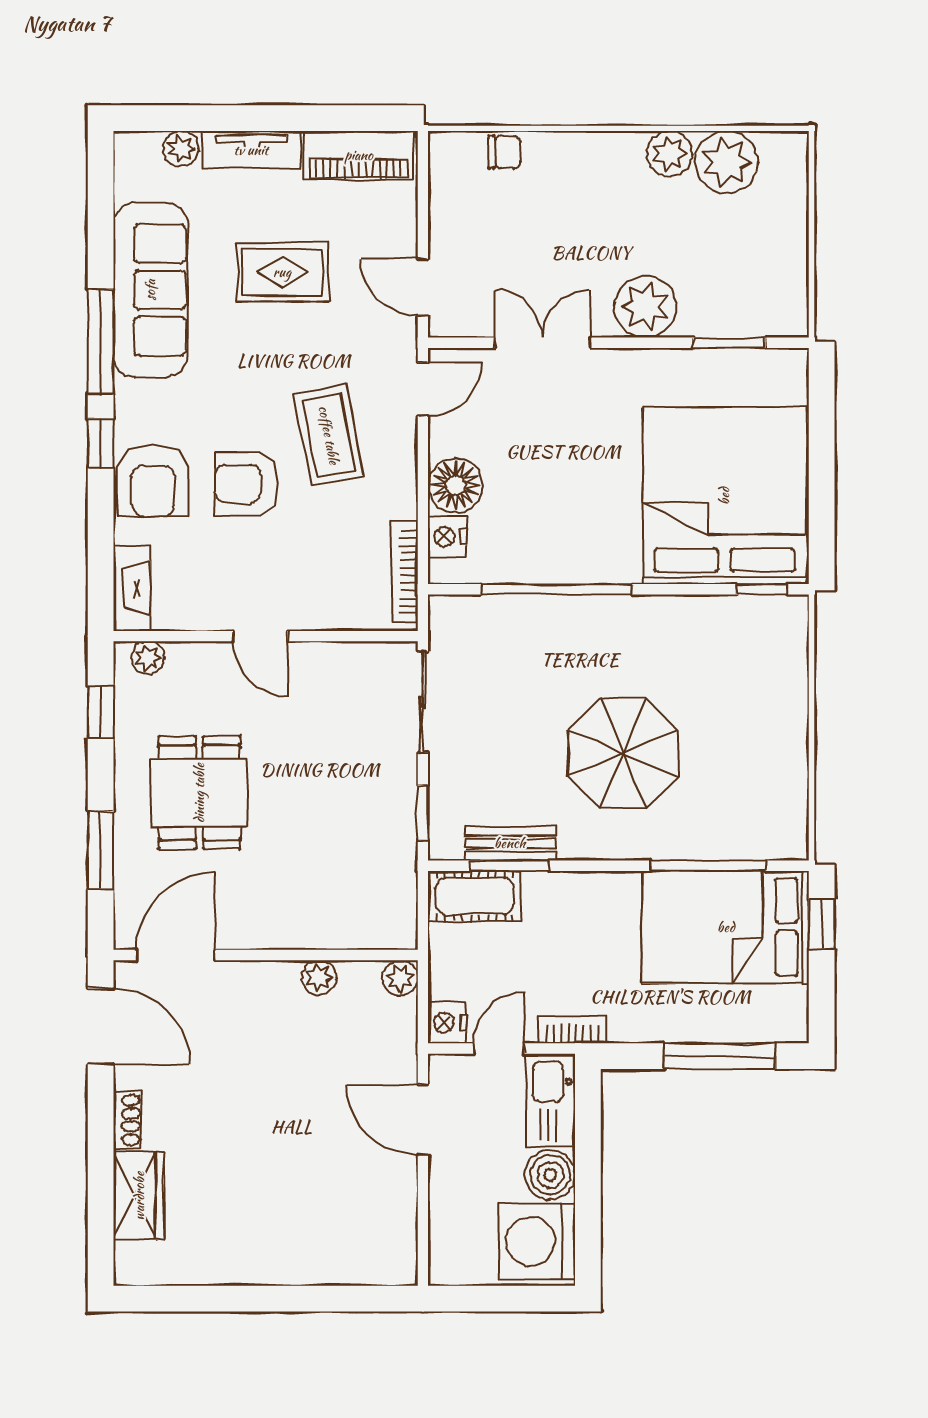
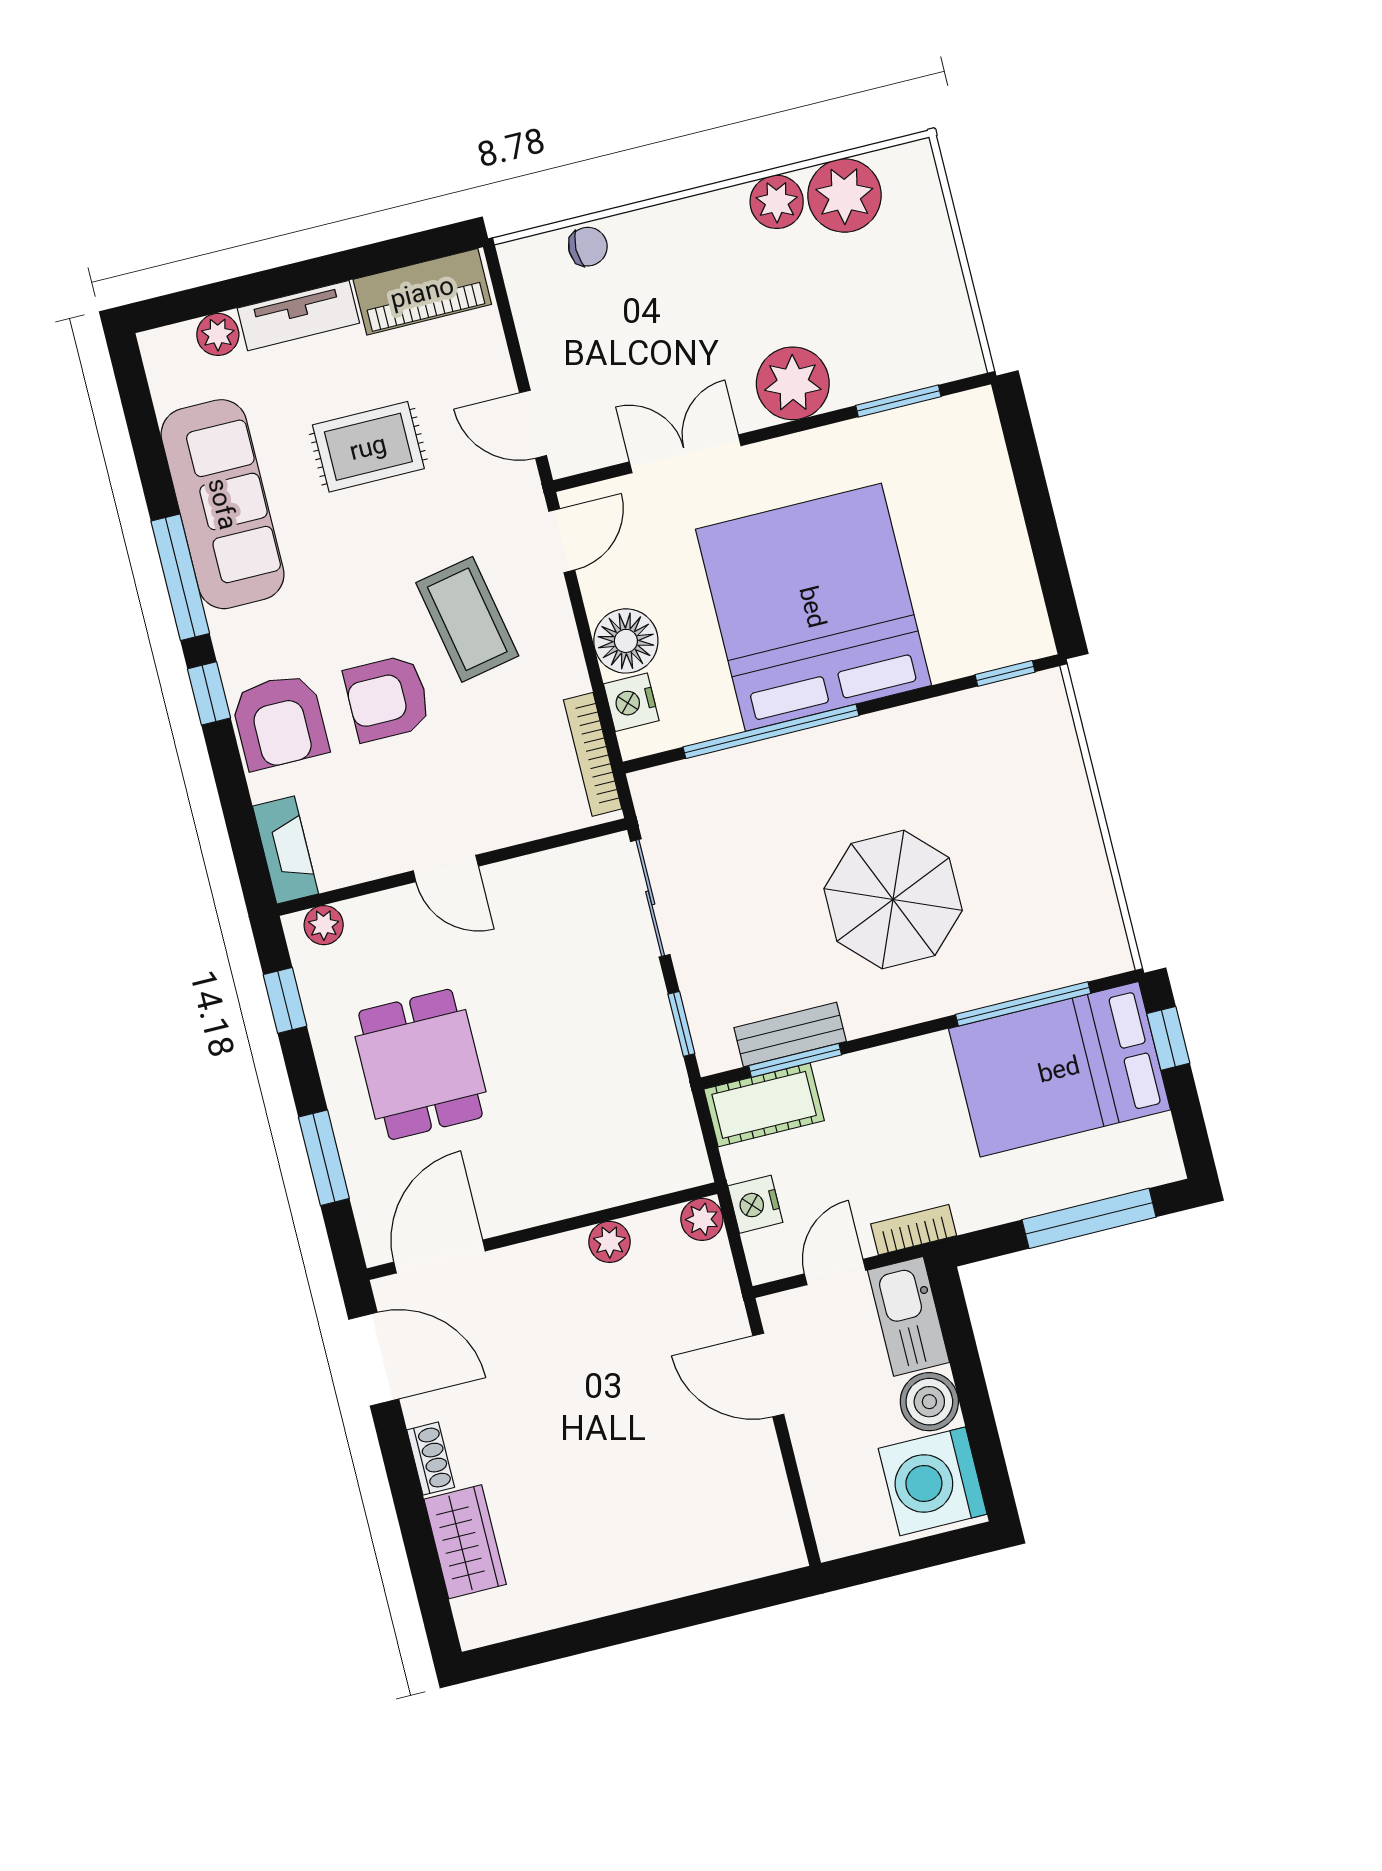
bed: (724, 496) -> (813, 607), moved
nightstand: (447, 1023) -> (755, 1204), moved

